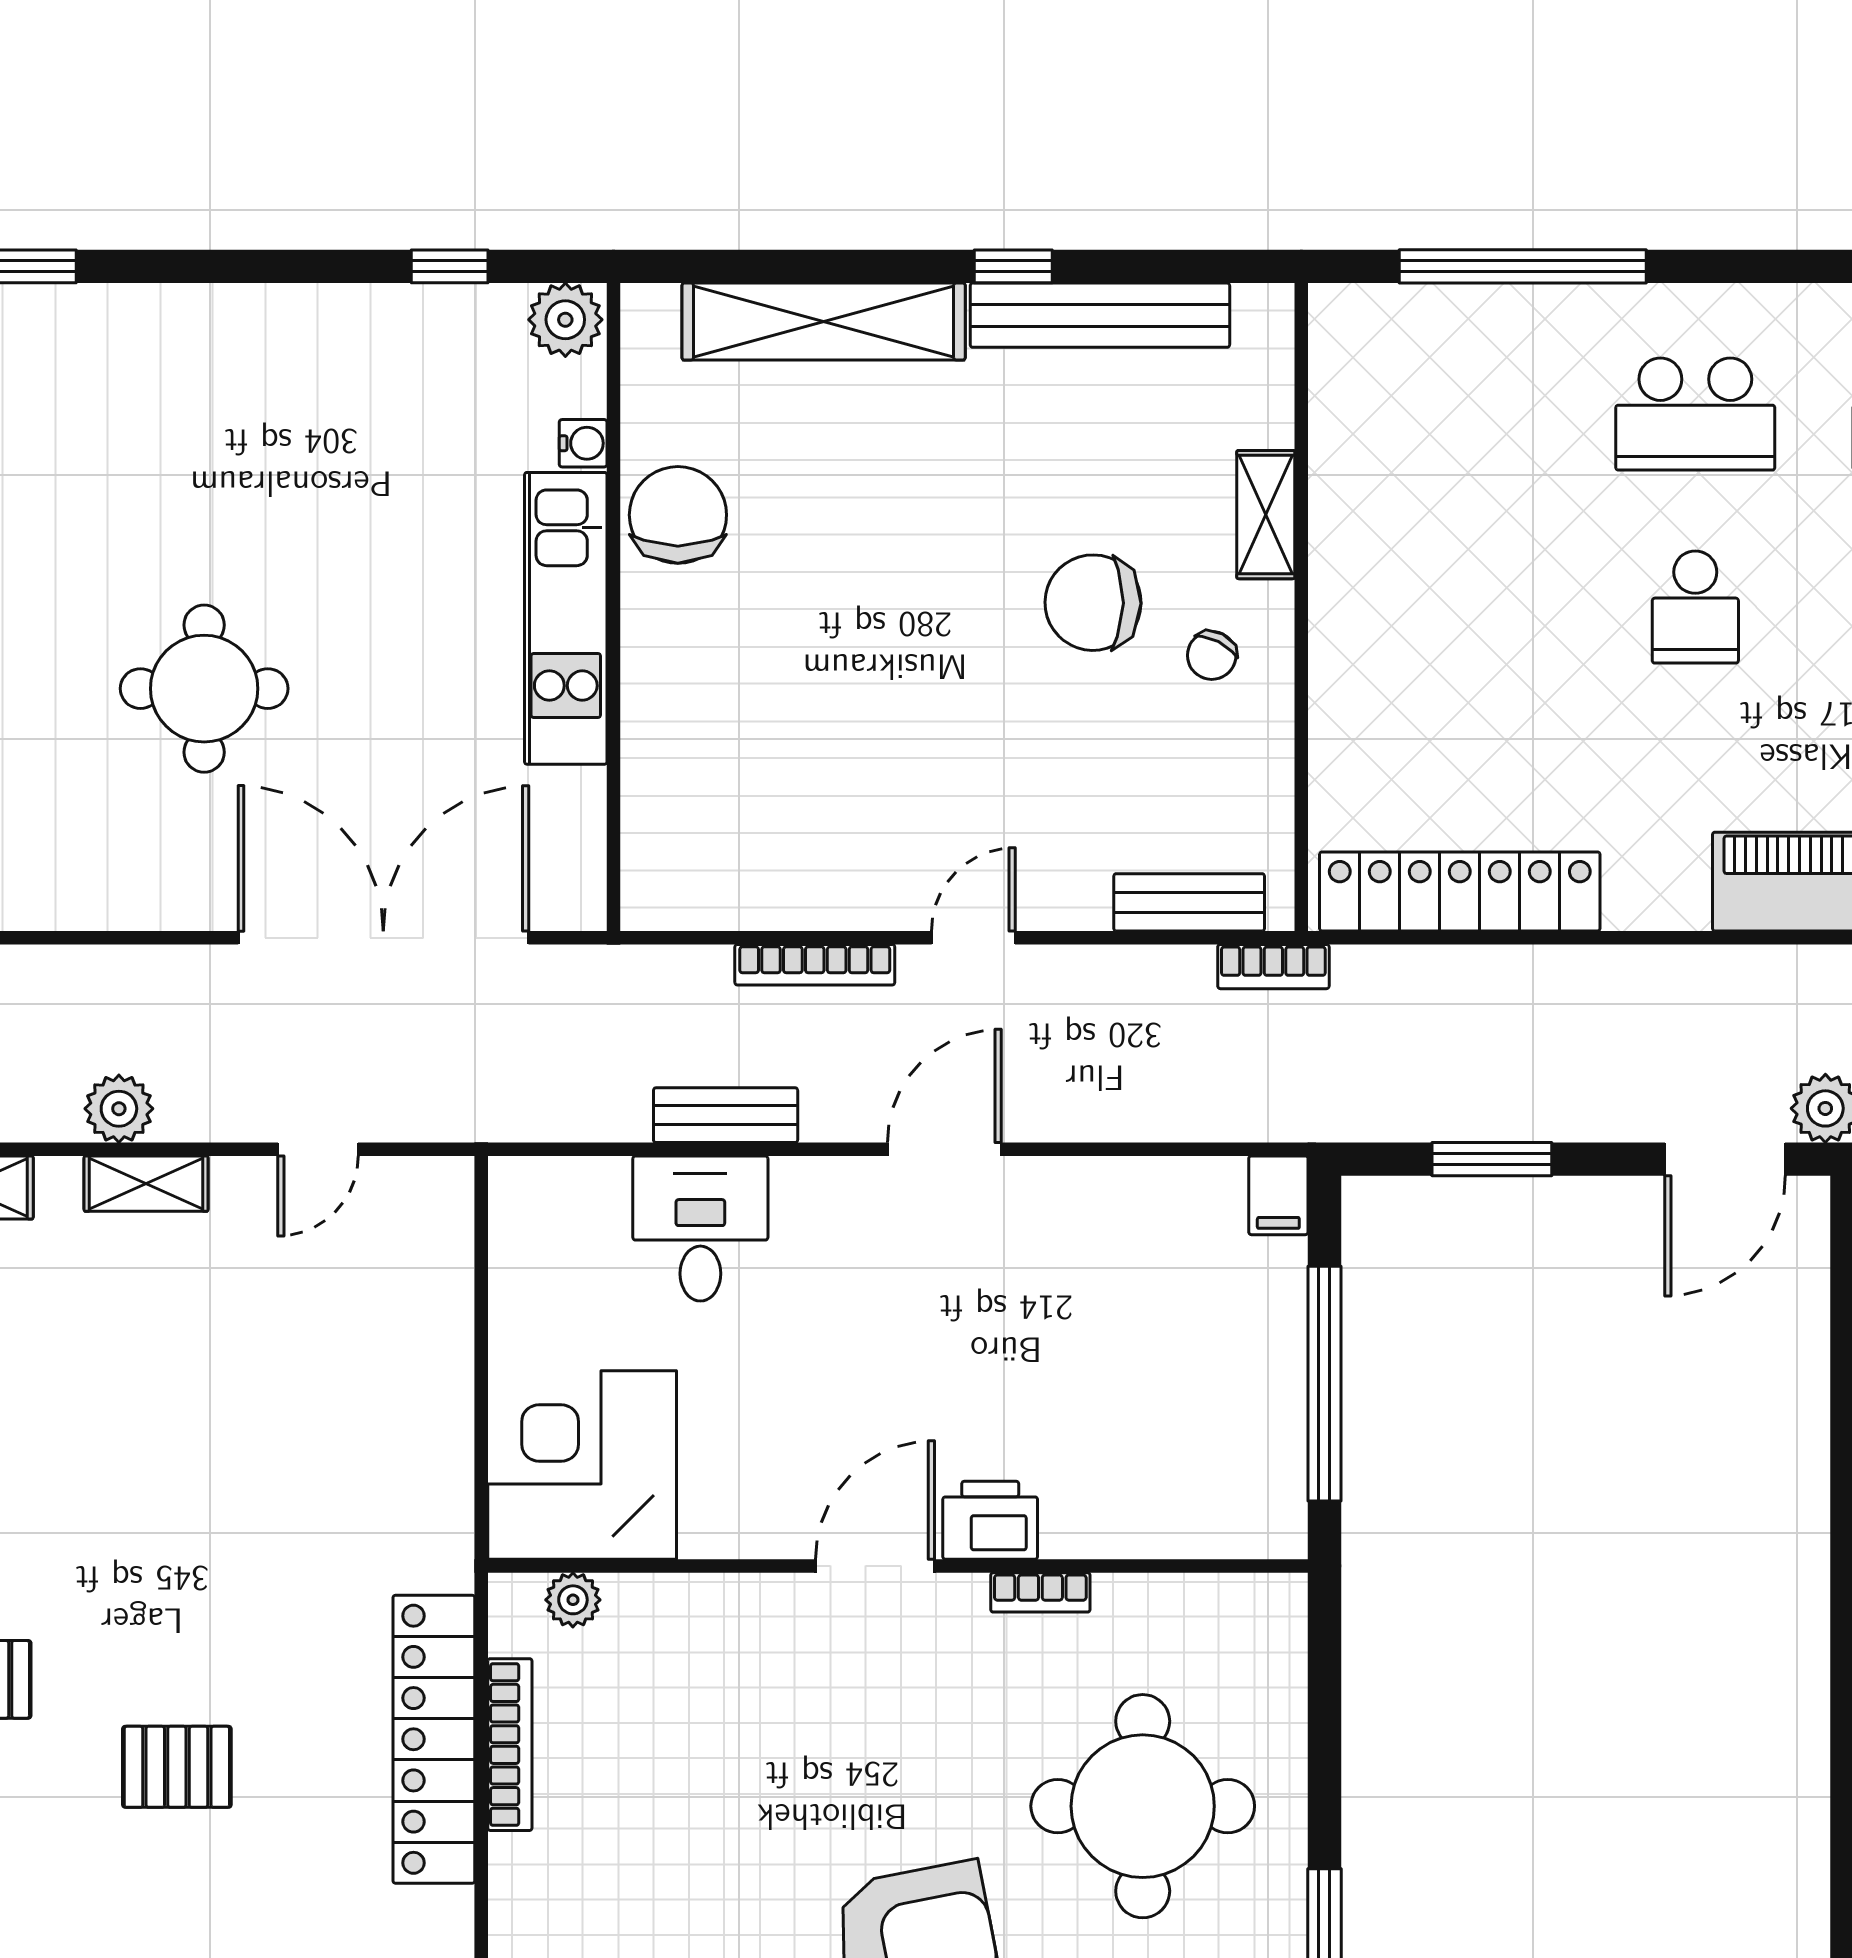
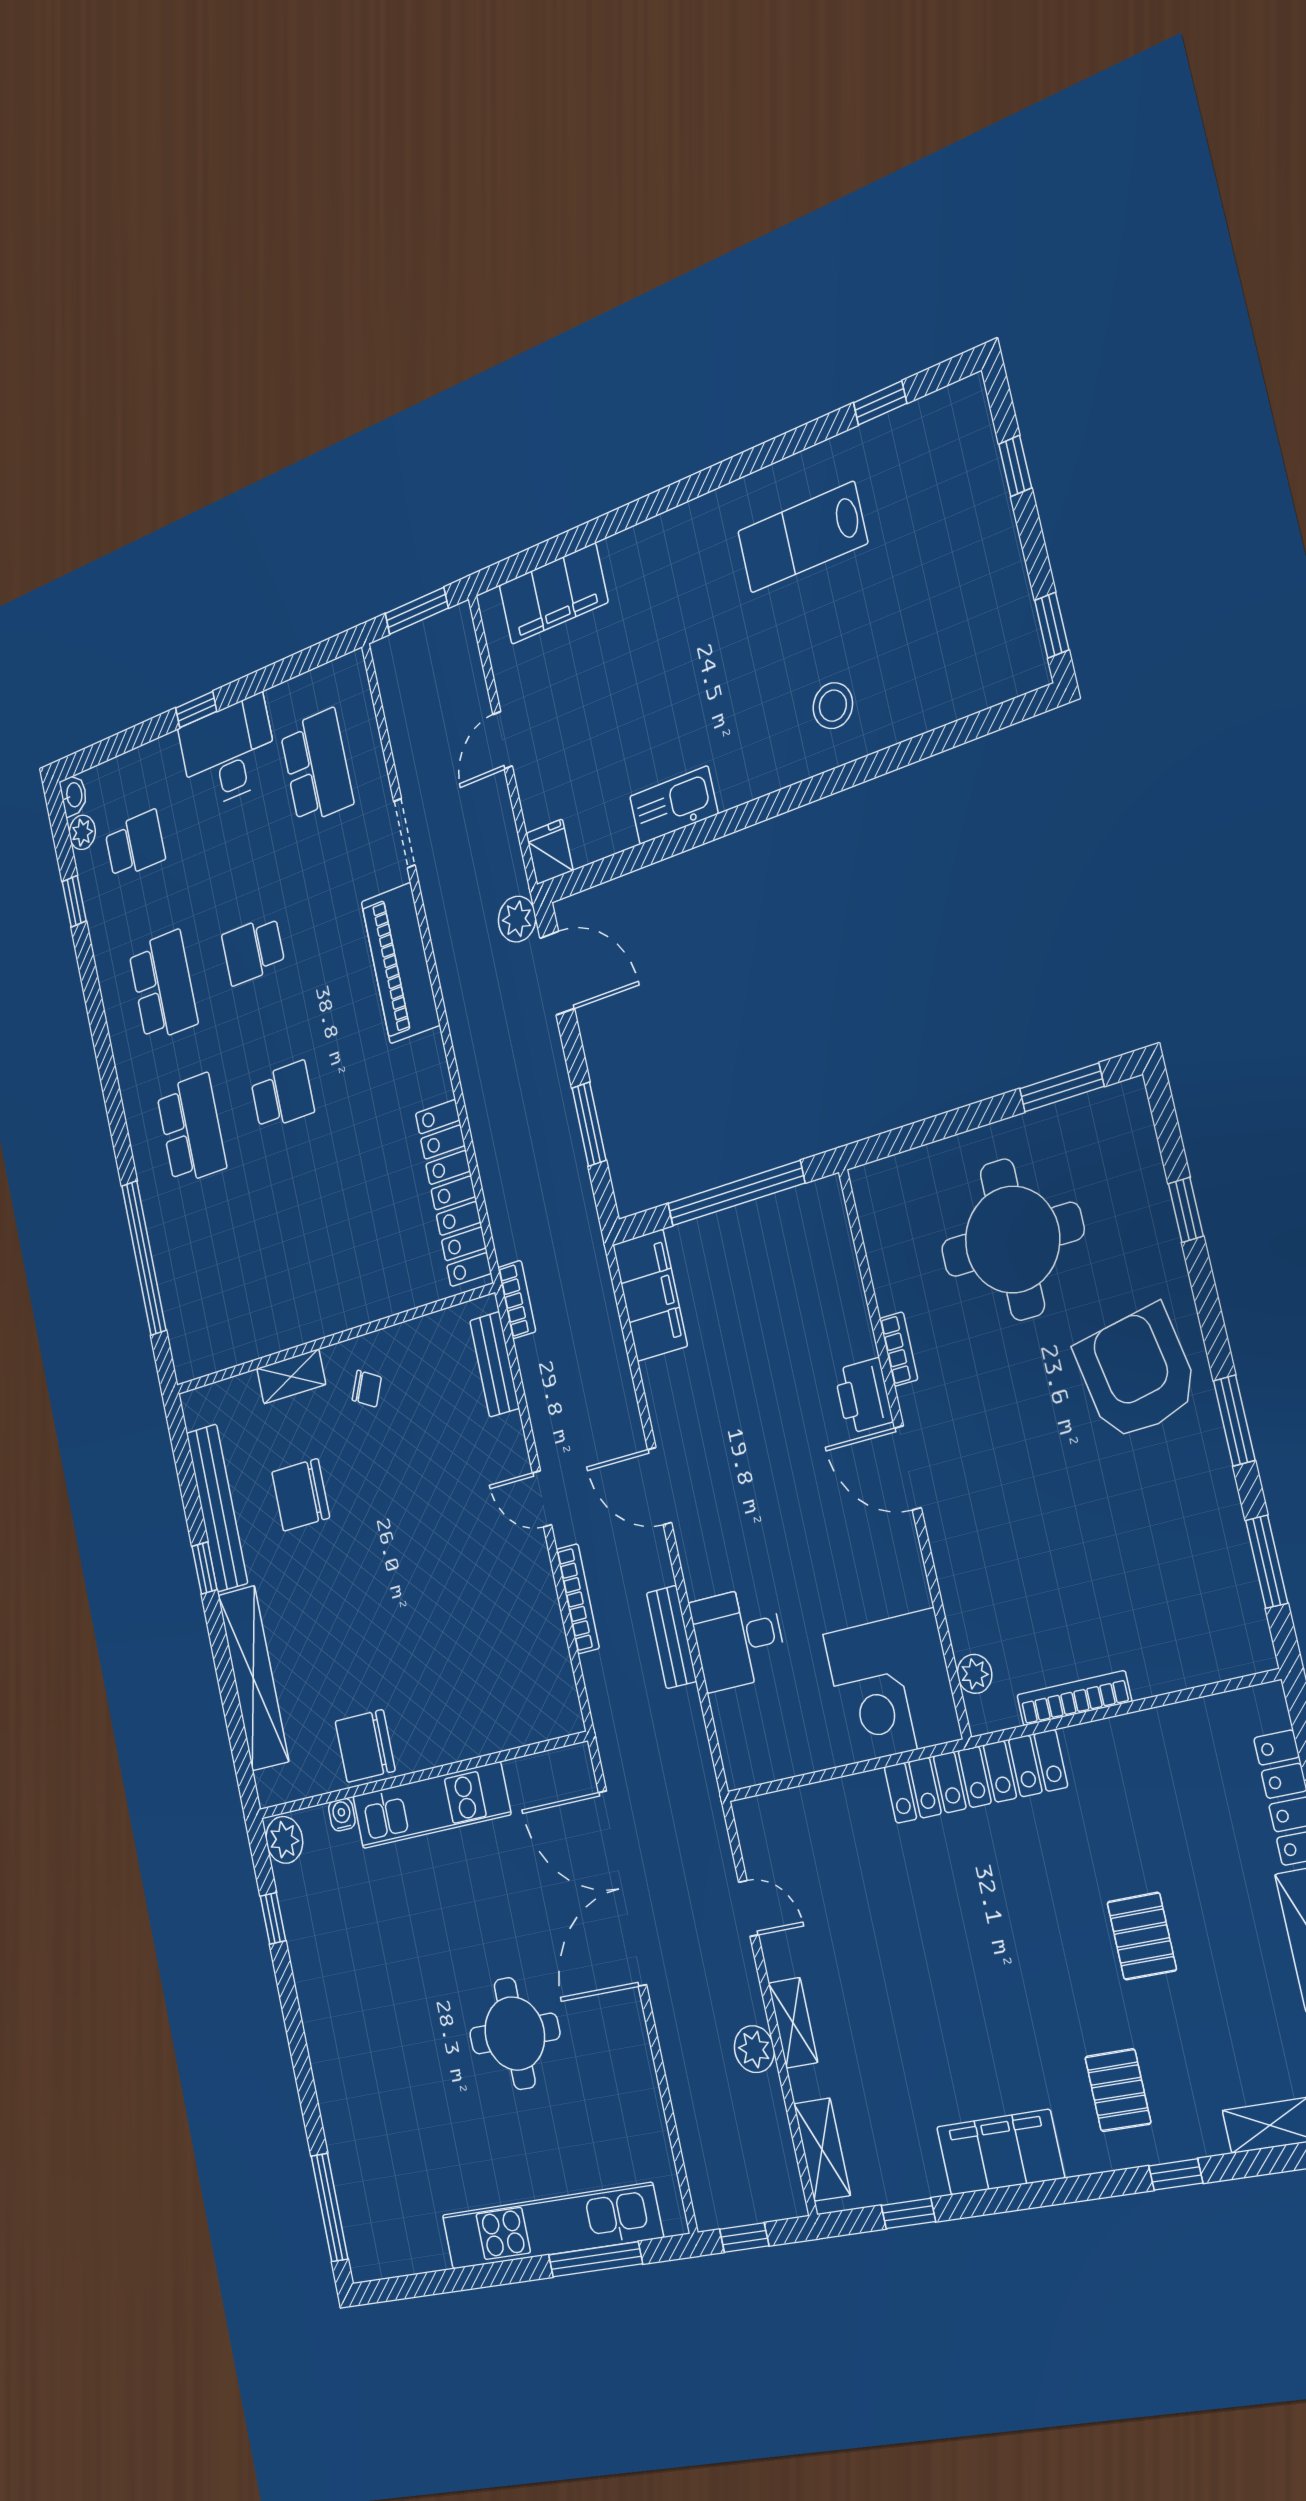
chair: (1093, 603) -> (301, 1495), moved, turned 89
filing cabinet: (1278, 1195) -> (650, 1295), width x3.00, depth x1.17
locker: (434, 1739) -> (975, 1777), moved

